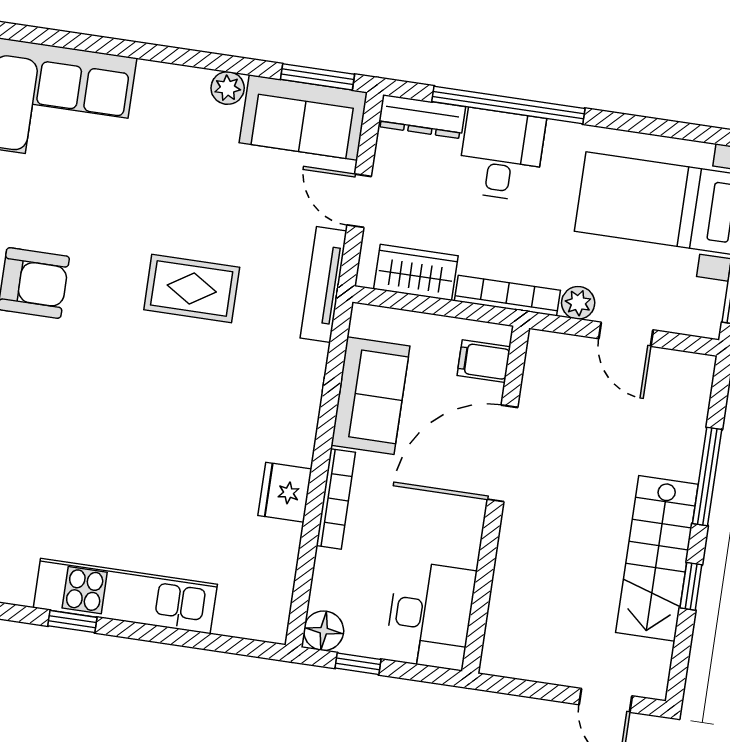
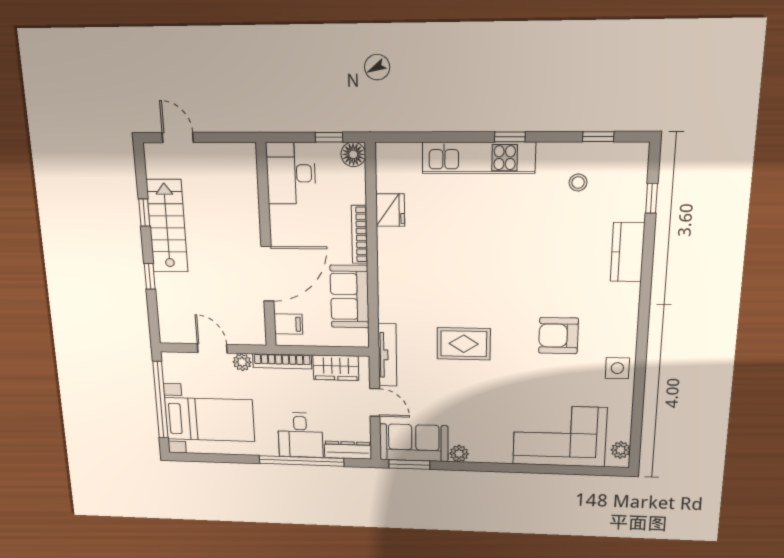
window: (707, 476) -> (150, 276), width x0.46
fridge: (285, 492) -> (390, 210), moved

